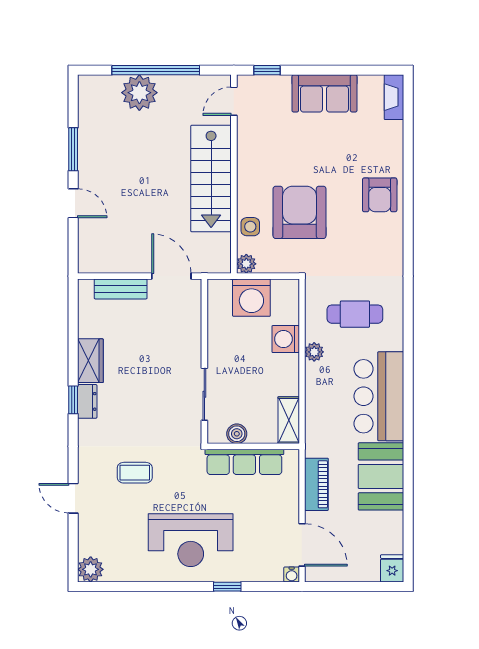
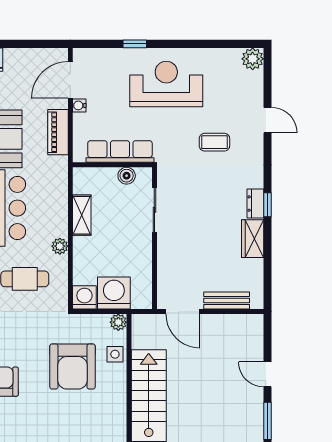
washing machine: (286, 339) -> (84, 297), moved, turned -90
shelving: (289, 420) -> (82, 215), moved
door: (302, 545) -> (70, 80), hinge flipped
water cooler: (292, 575) -> (79, 105), moved, turned -90

